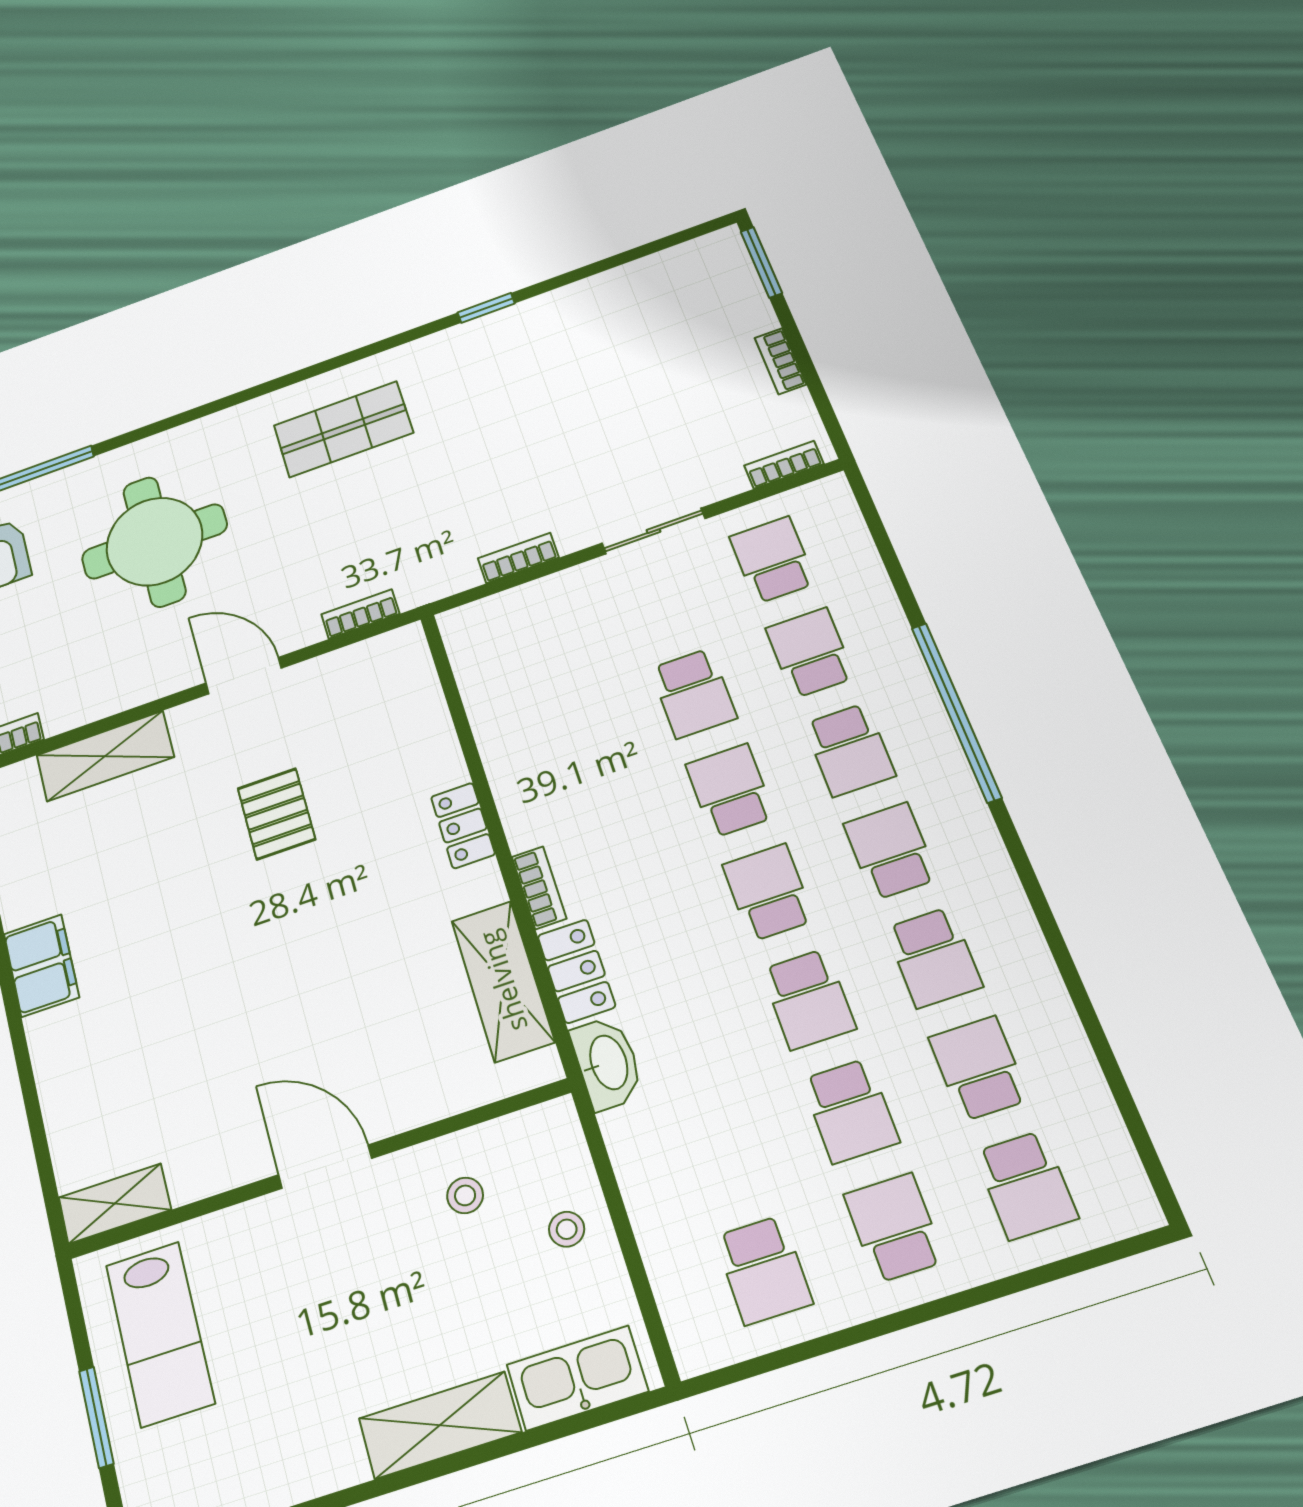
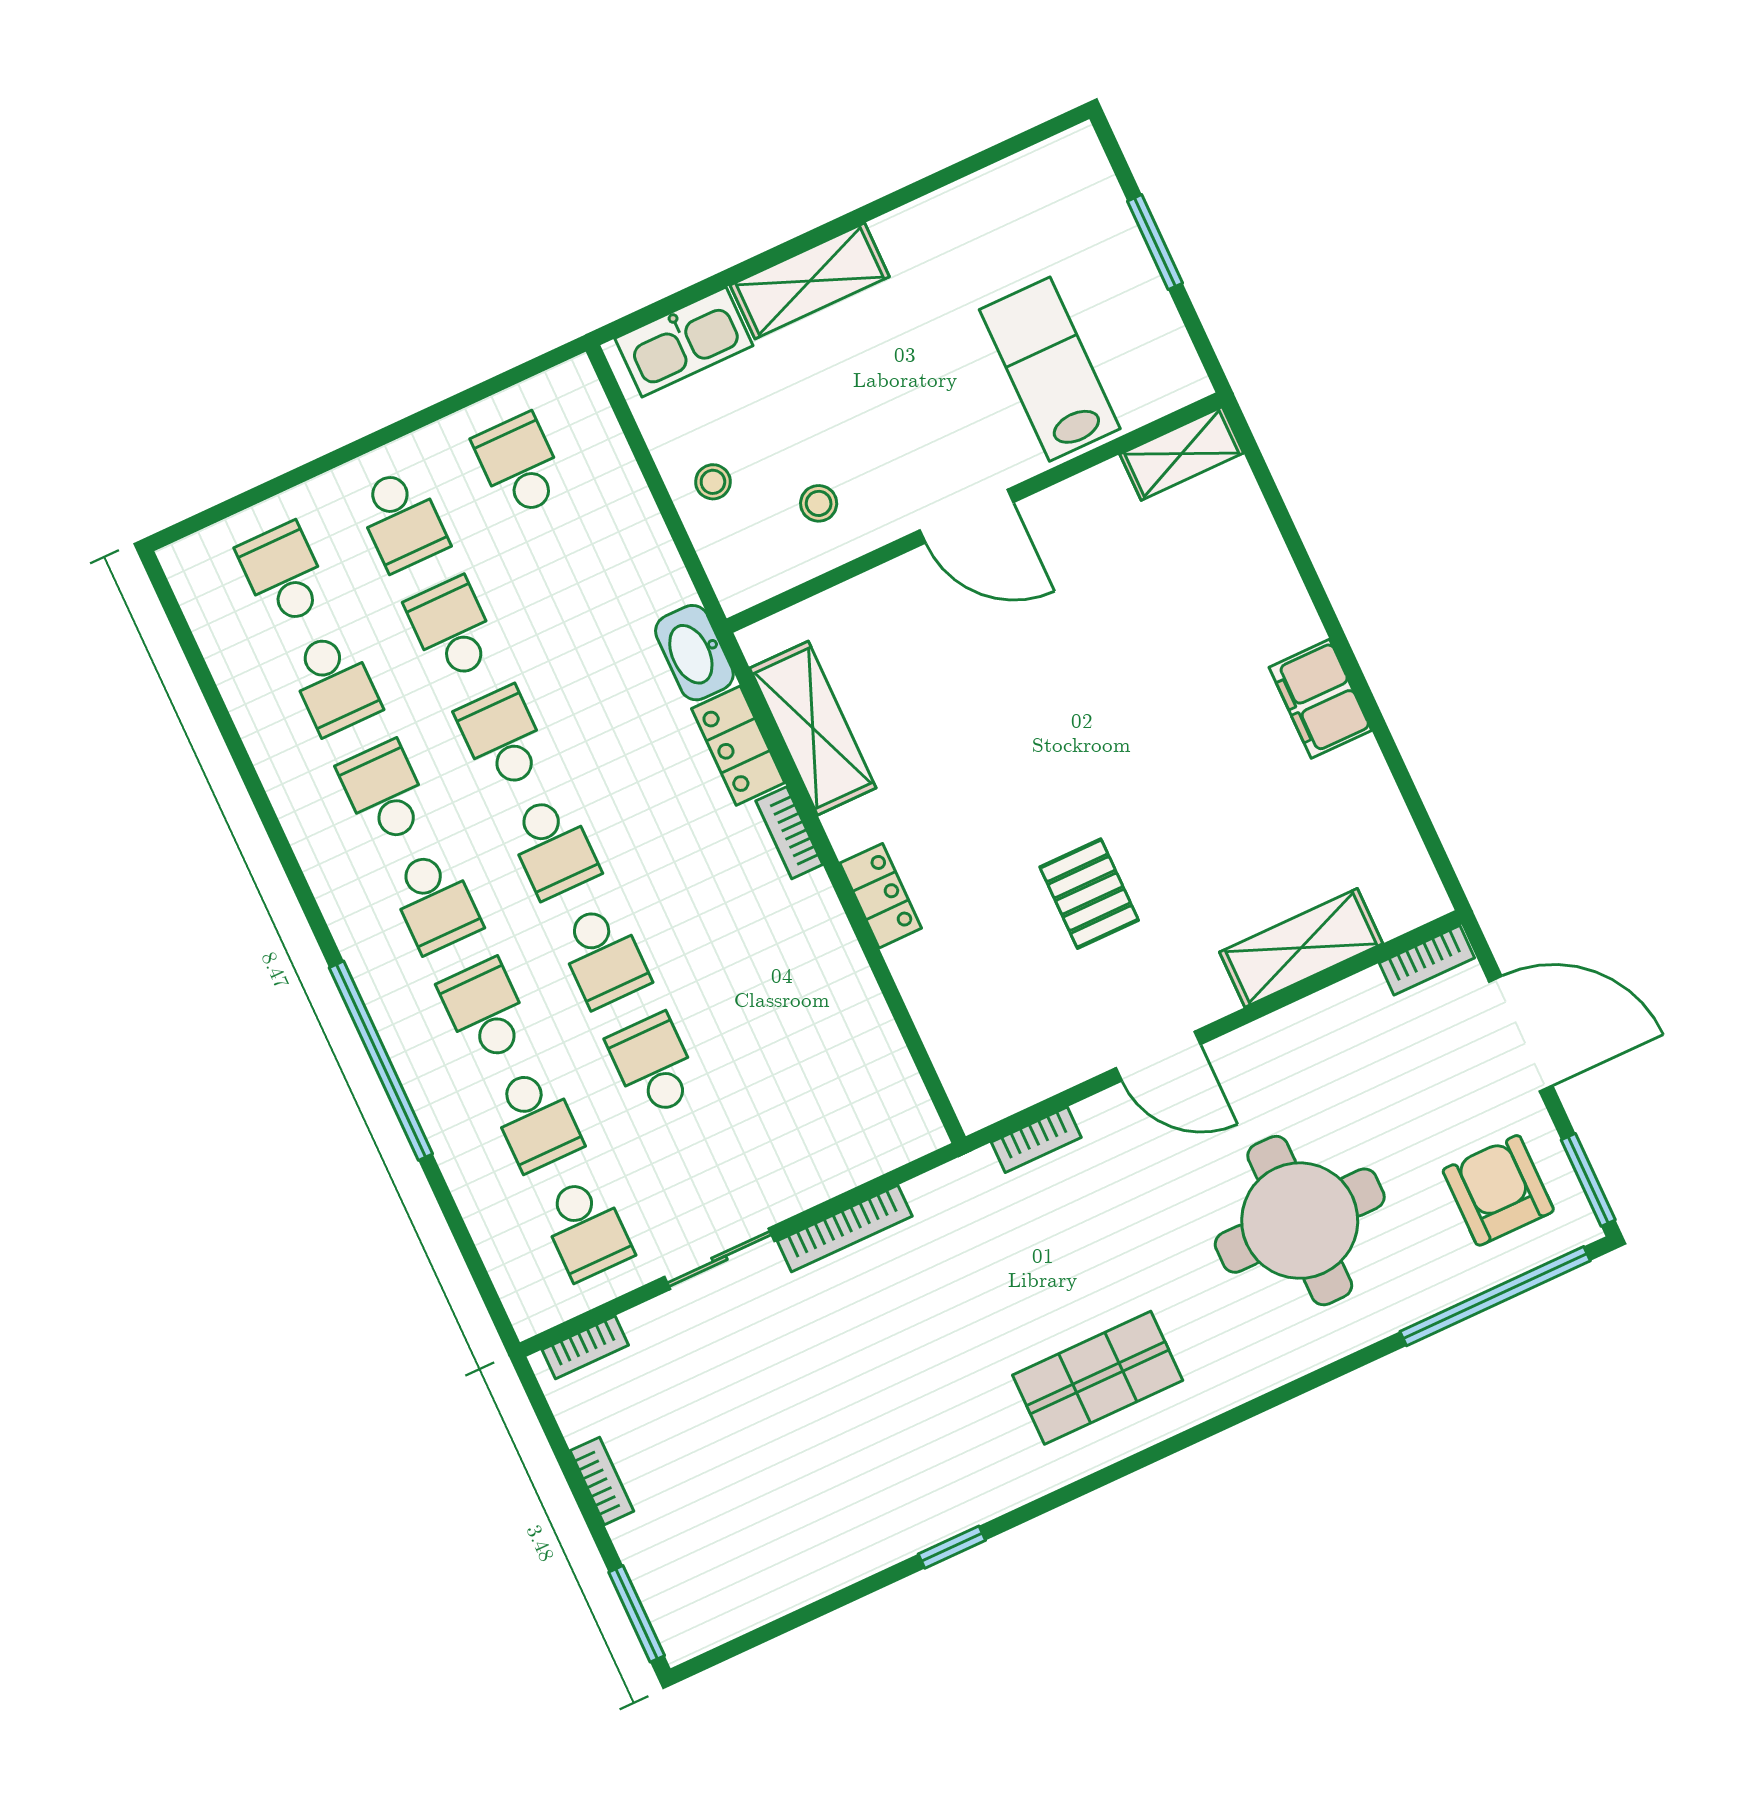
bookcase: (518, 558) -> (845, 1228), width x1.56
lab bench: (160, 1334) -> (1050, 369), moved

